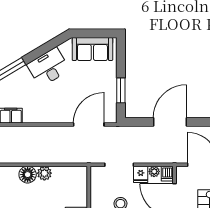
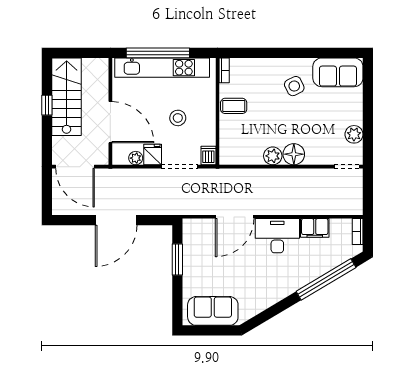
desk: (48, 67) -> (277, 236), moved, turned -149
door: (89, 124) -> (235, 217), moved
dishwasher: (167, 174) -> (208, 155), moved

